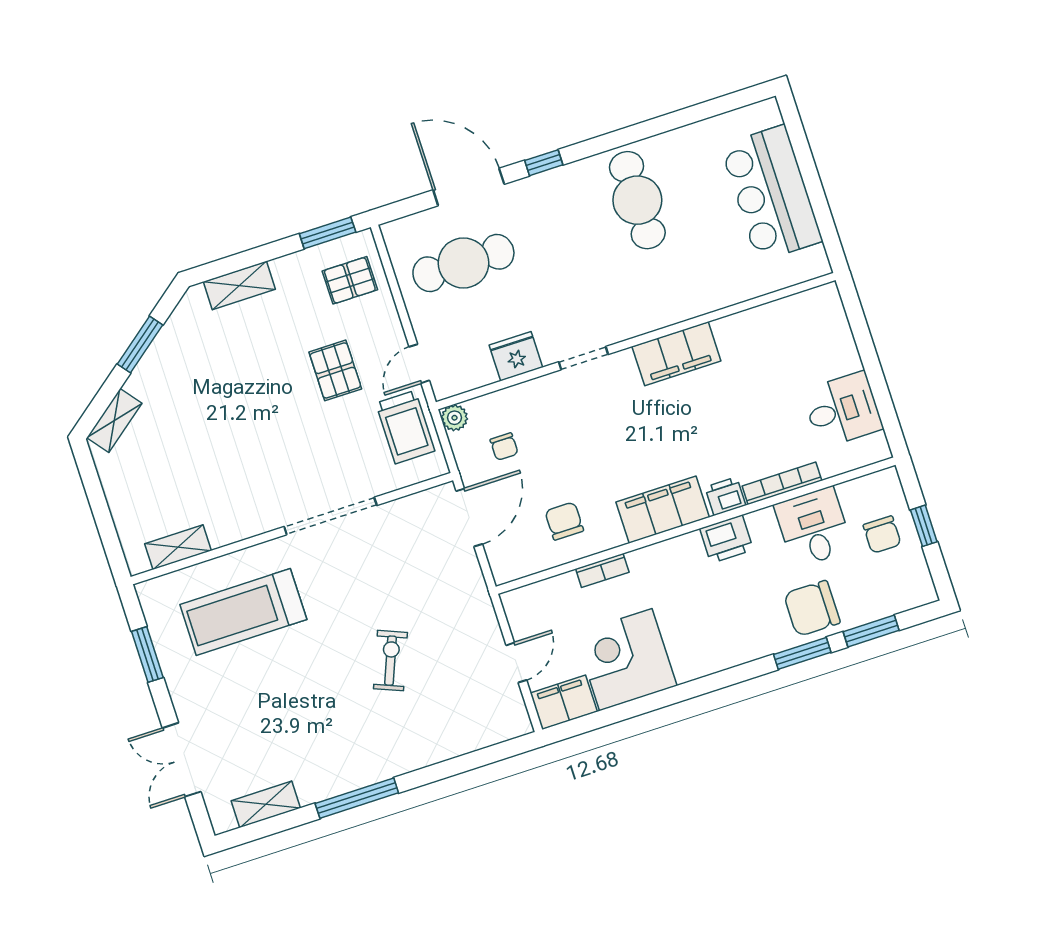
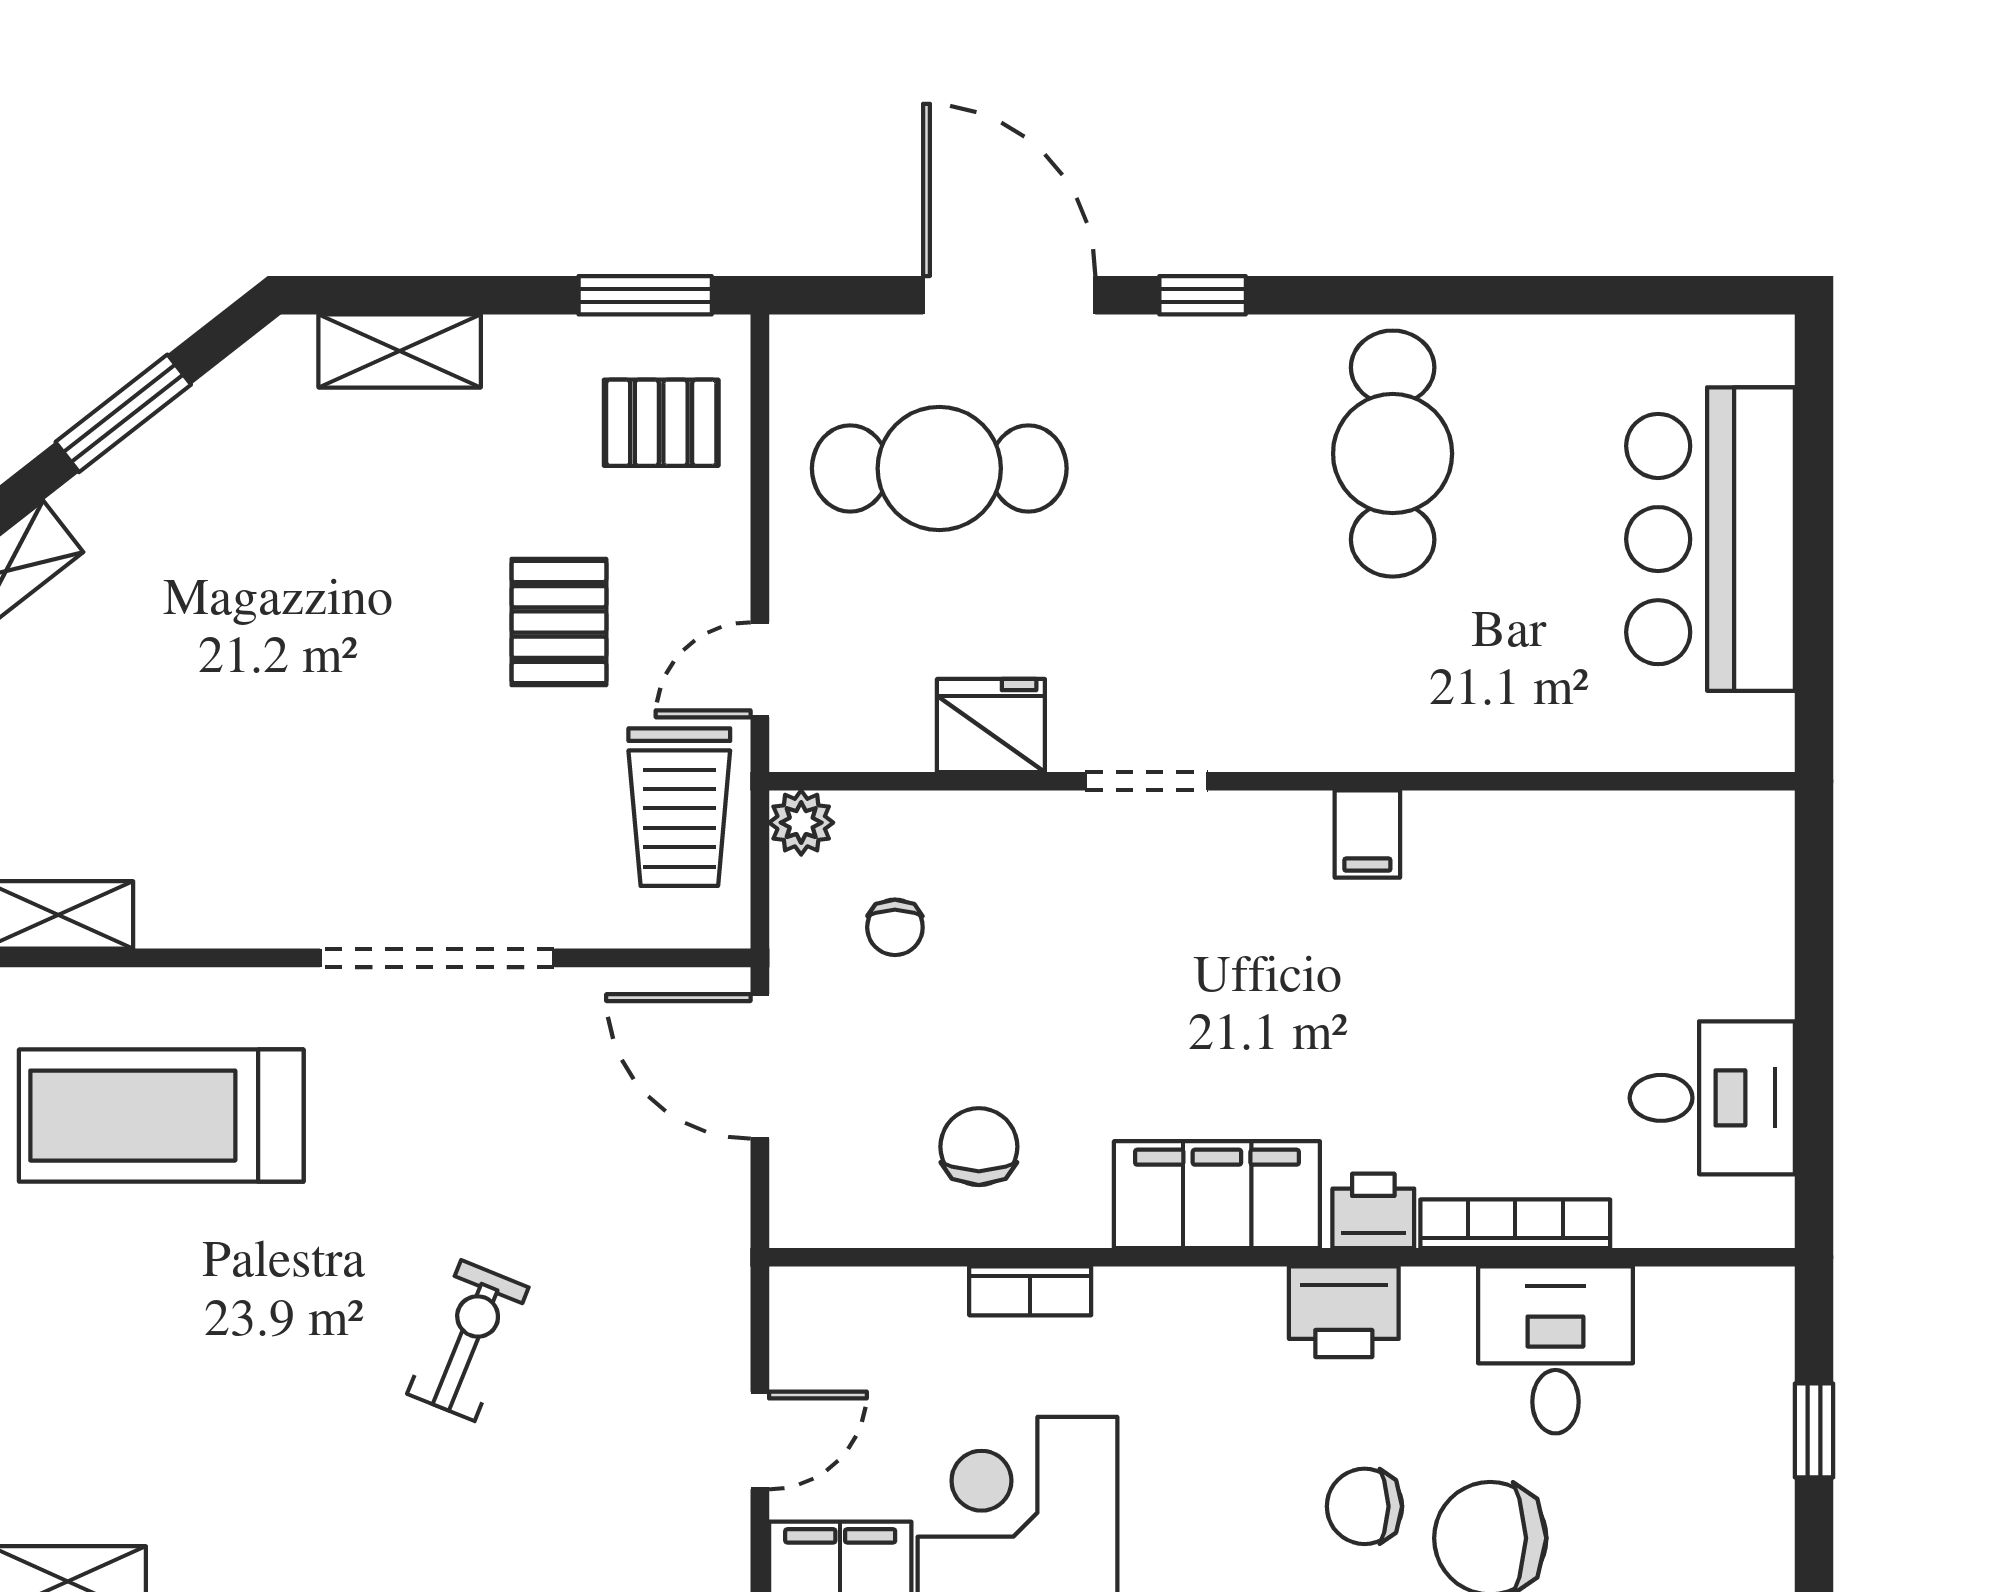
filing cabinet: (676, 354) -> (1367, 834), width x0.33, depth x0.86
door: (469, 518) -> (760, 1066), swing flipped
chair: (882, 535) -> (1364, 1506), moved, turned 90

